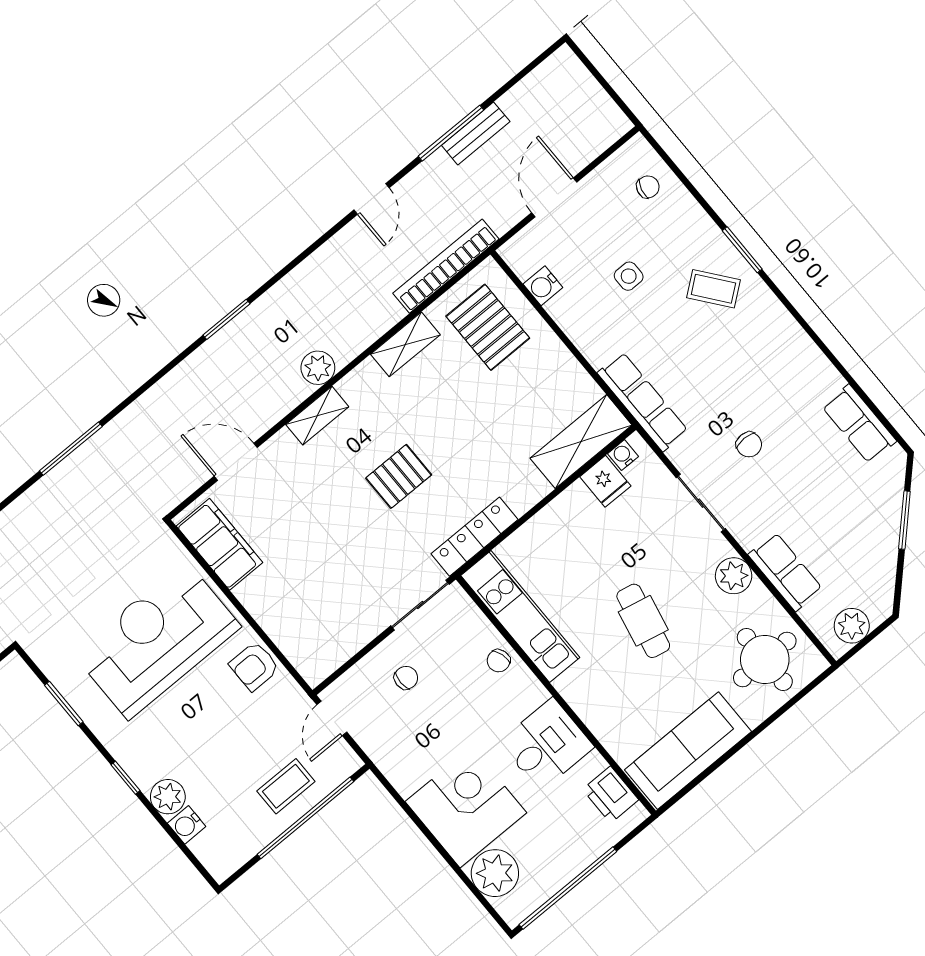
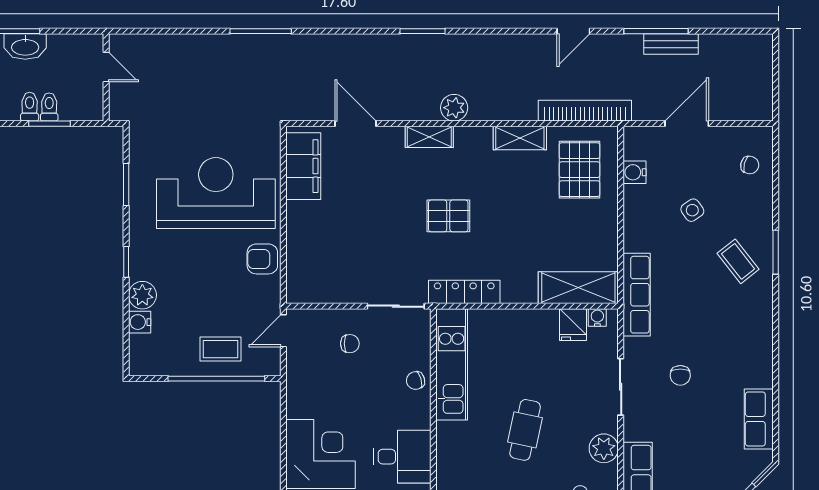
side table: (629, 276) -> (692, 210), turned -35

